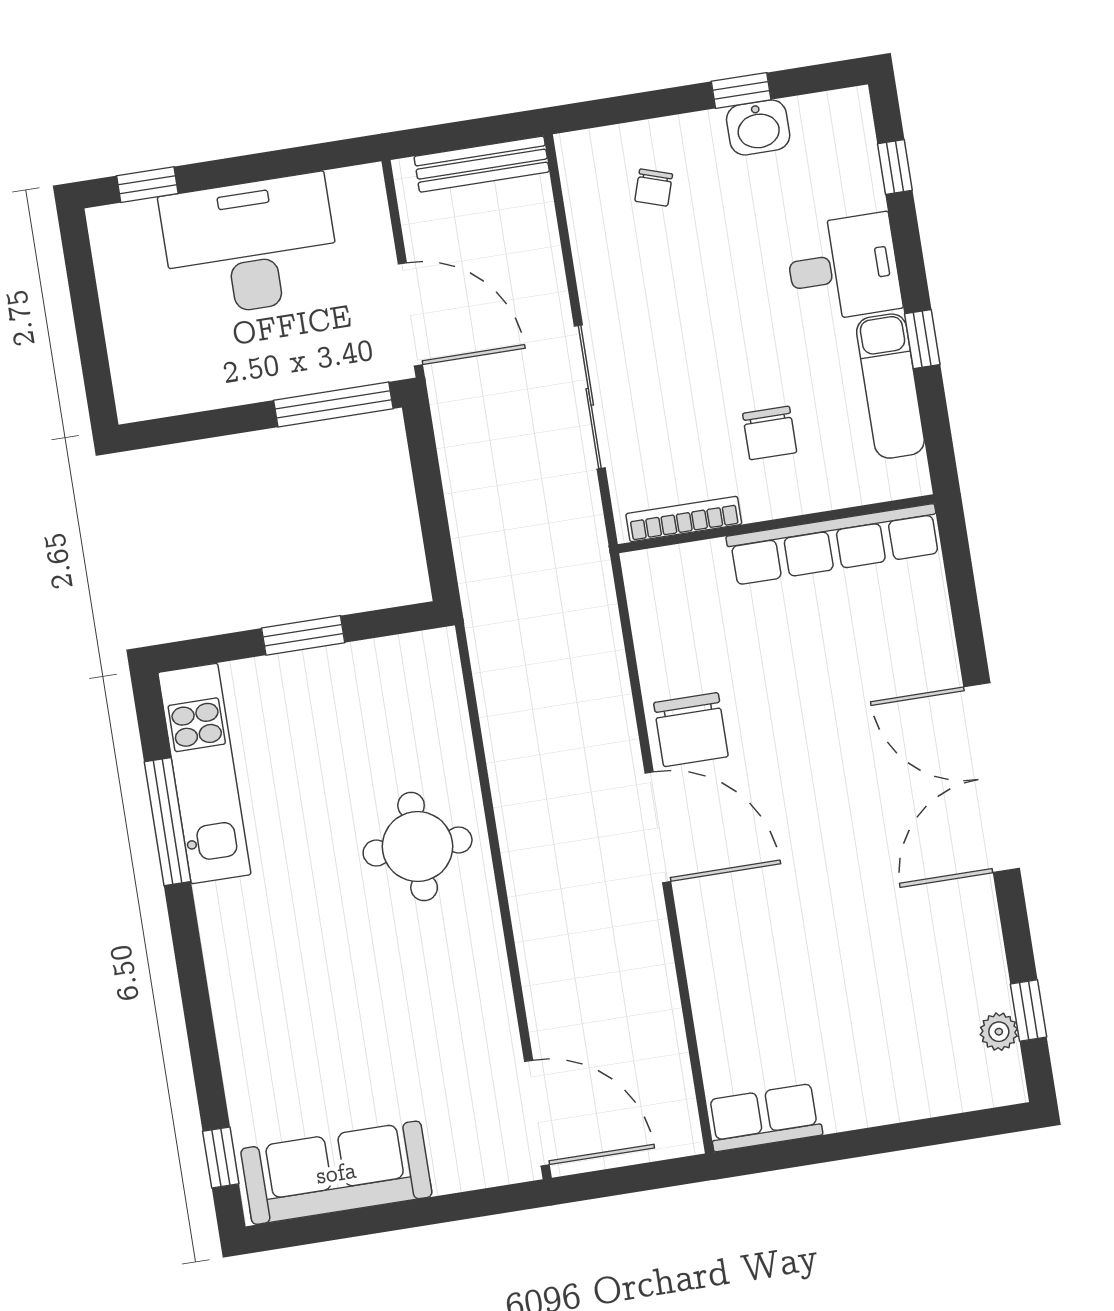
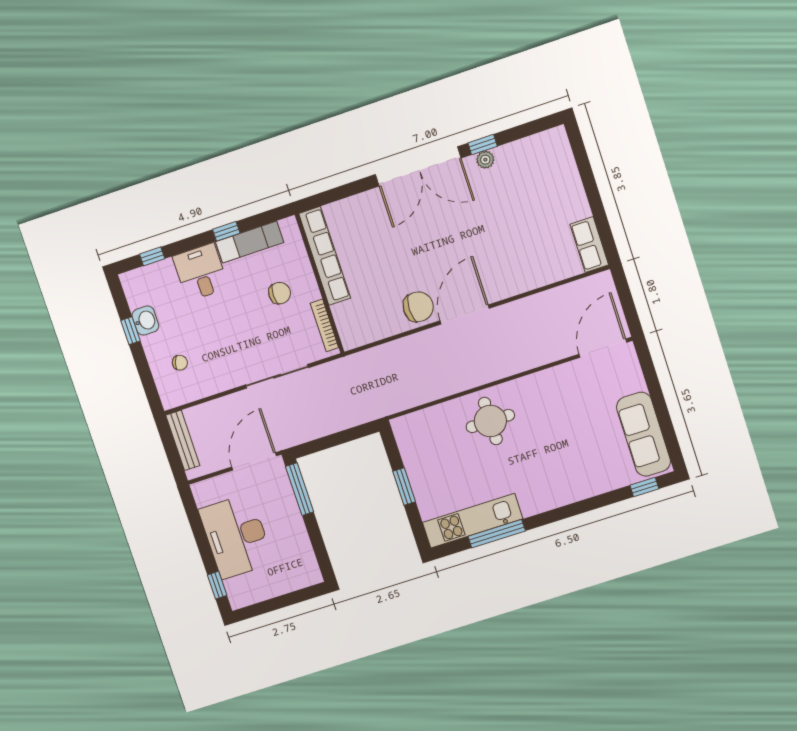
window: (1029, 1011) -> (483, 145), moved
plant: (999, 1032) -> (485, 160), moved

